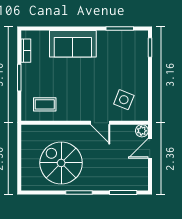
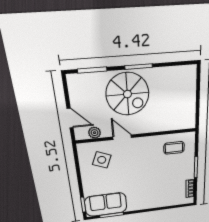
sofa: (73, 44) -> (106, 205), moved
plant: (142, 131) -> (95, 133), moved
door: (150, 148) -> (70, 118), hinge flipped
spiral stairs: (61, 163) -> (127, 94), moved

